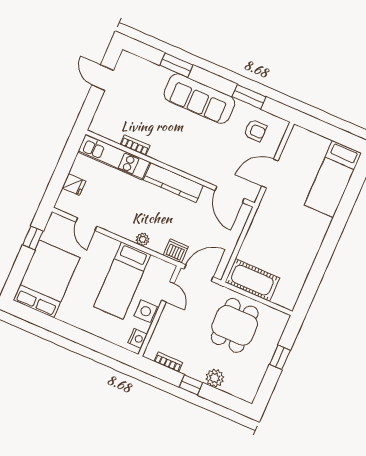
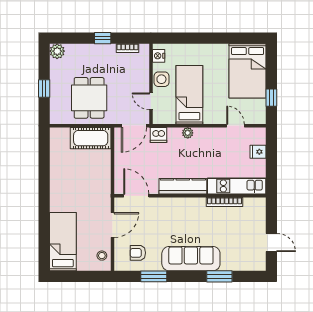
bookcase: (135, 145) -> (224, 202), width x1.56
stool: (296, 145) -> (102, 256), added
plant: (215, 378) -> (57, 51), moved

